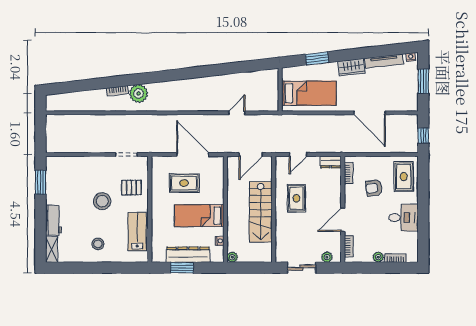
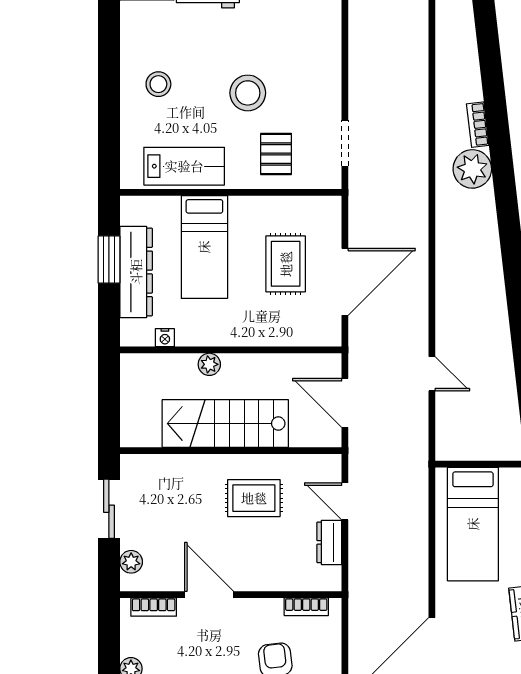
dresser: (331, 162) -> (329, 542), moved
bed: (199, 216) -> (204, 247), moved, turned 180
plant: (232, 257) -> (209, 364), moved

